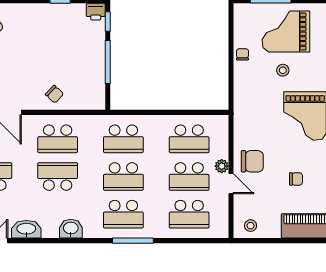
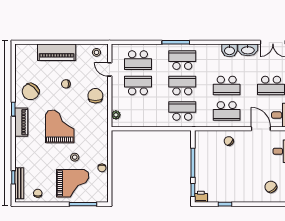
school desk: (58, 139) -> (227, 111), turned 180
school desk: (189, 139) -> (138, 111), removed
chair: (252, 161) -> (95, 96), turned 90
plant: (222, 166) -> (116, 115), moved
door: (231, 184) -> (110, 69), moved
school desk: (189, 214) -> (138, 60), turned 180
washbasin: (71, 229) -> (229, 50), moved

